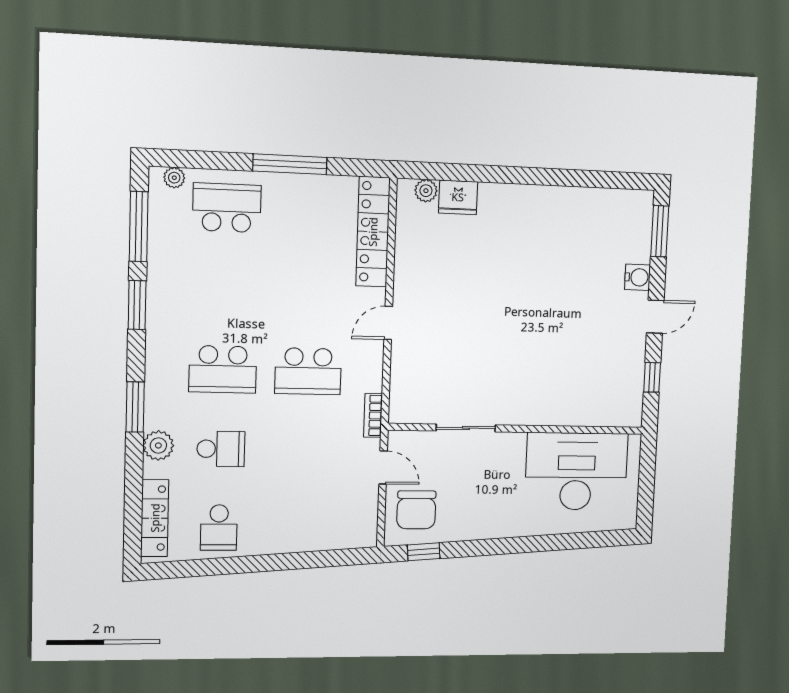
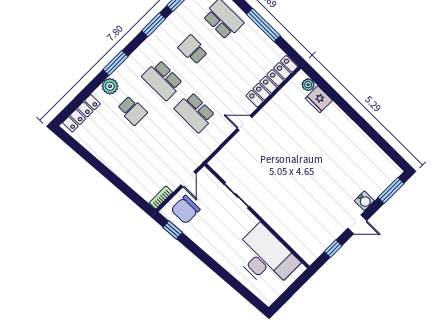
bookcase: (373, 415) -> (161, 198), moved
school desk: (219, 528) -> (193, 50), moved, turned 90

